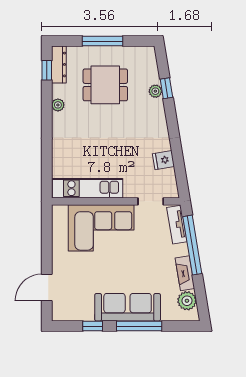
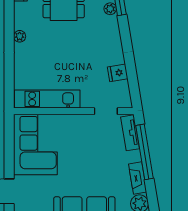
plant: (58, 105) -> (20, 36), moved
corner sofa: (101, 228) -> (35, 145), moved, turned -90

